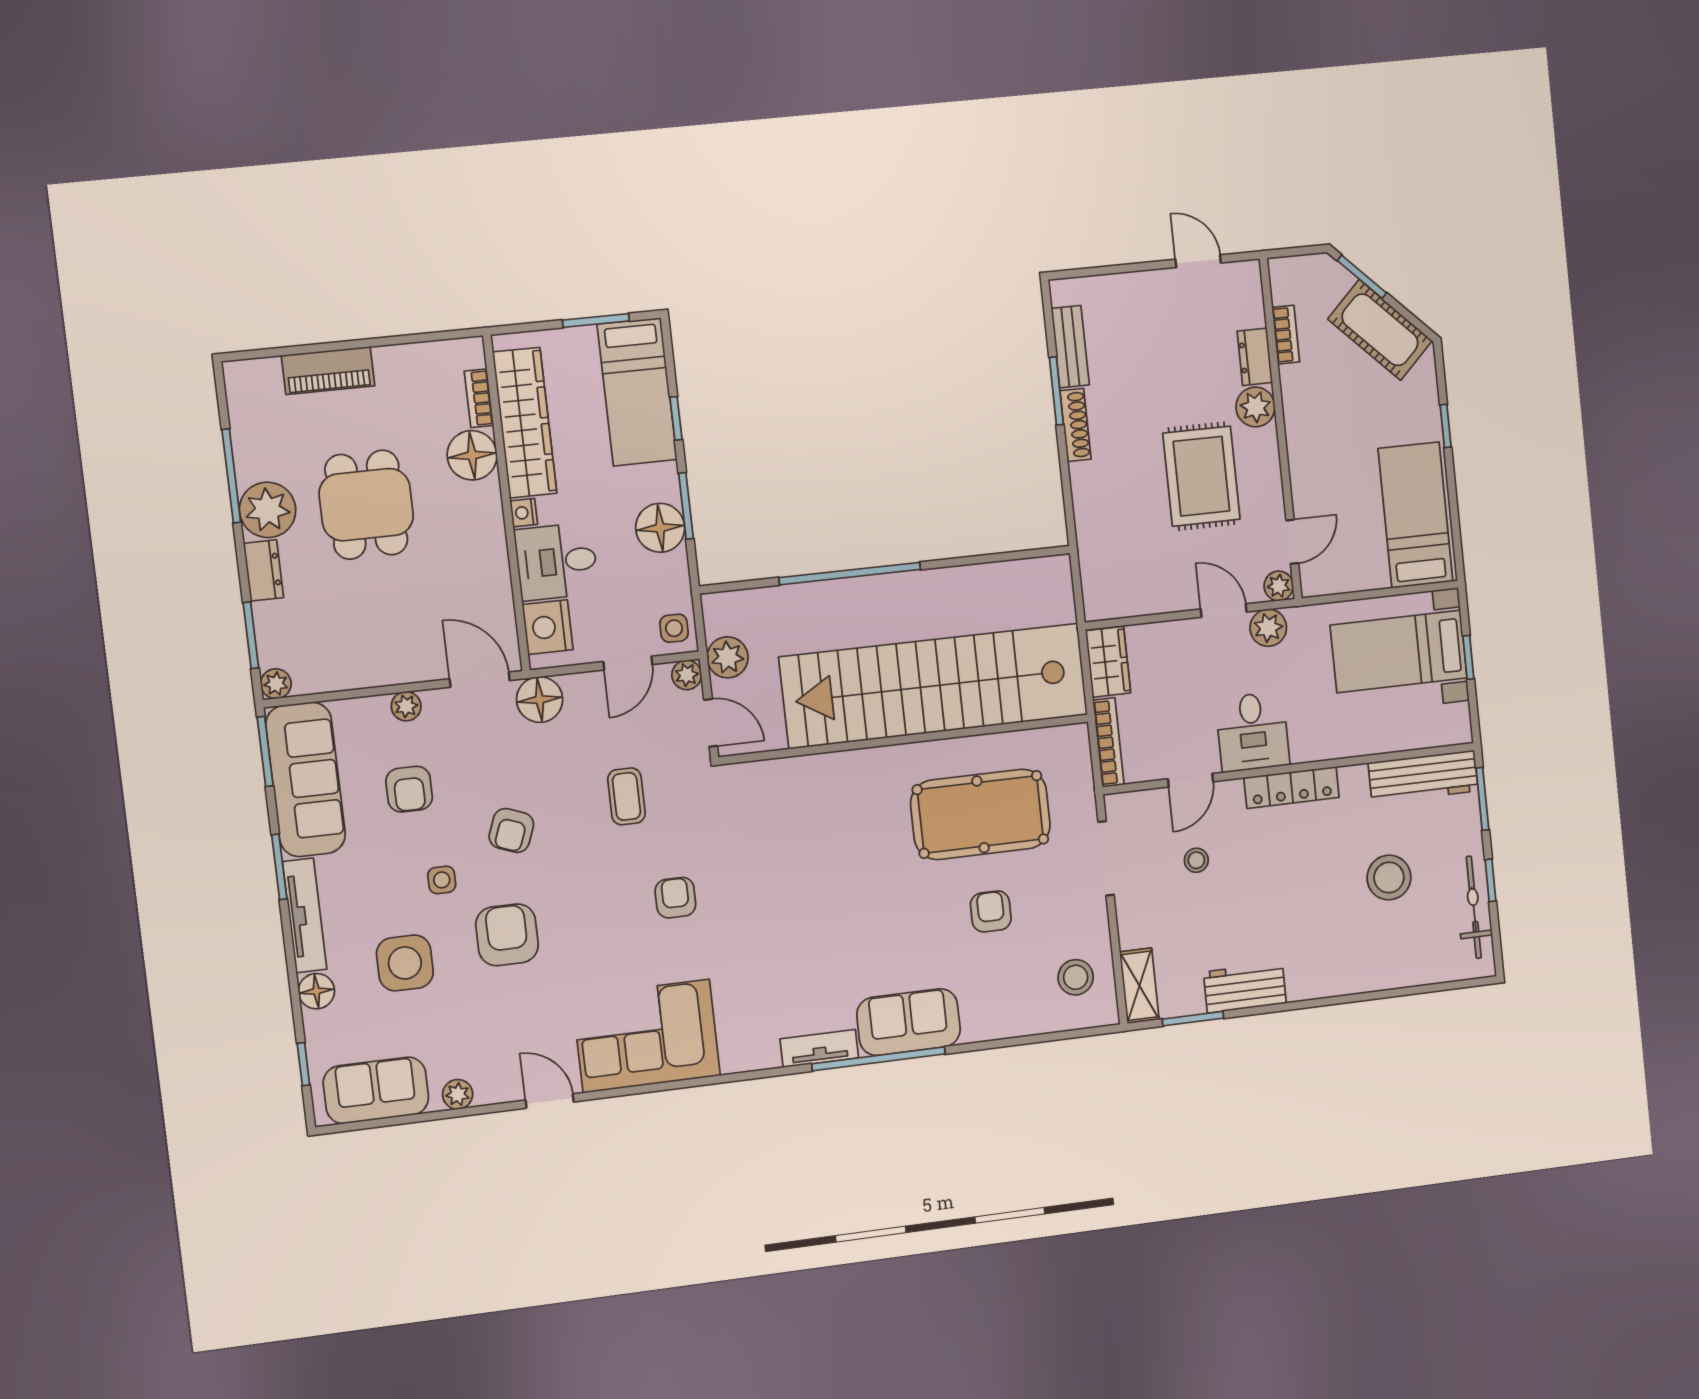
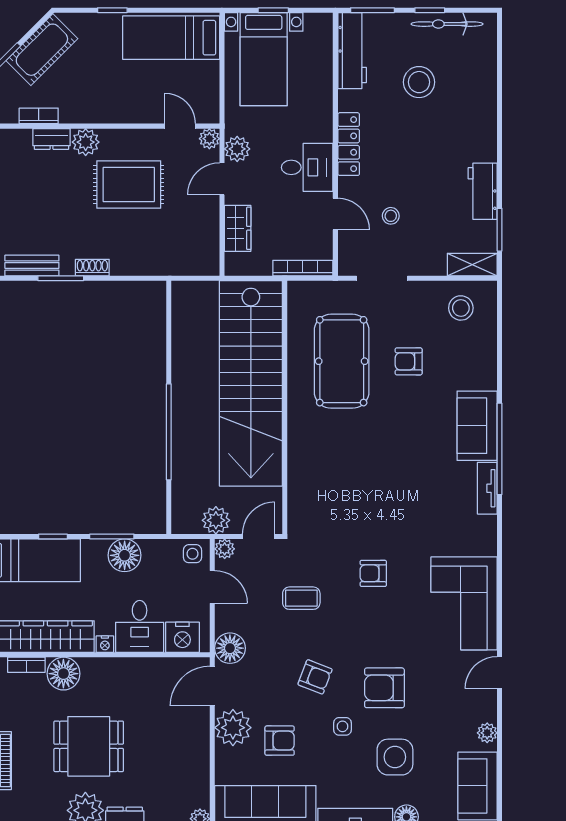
shoe rack: (1076, 425) -> (92, 268), width x0.70
wardrobe: (1108, 662) -> (238, 228), moved, turned 90
plant: (406, 706) -> (233, 728), width x1.87, depth x1.87

